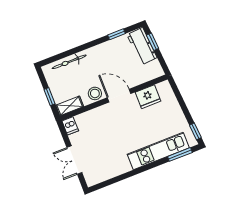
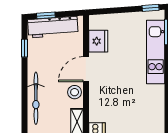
workbench: (142, 46) -> (53, 27), width x1.38
bicycle: (69, 62) -> (36, 98), width x1.37, depth x1.40

